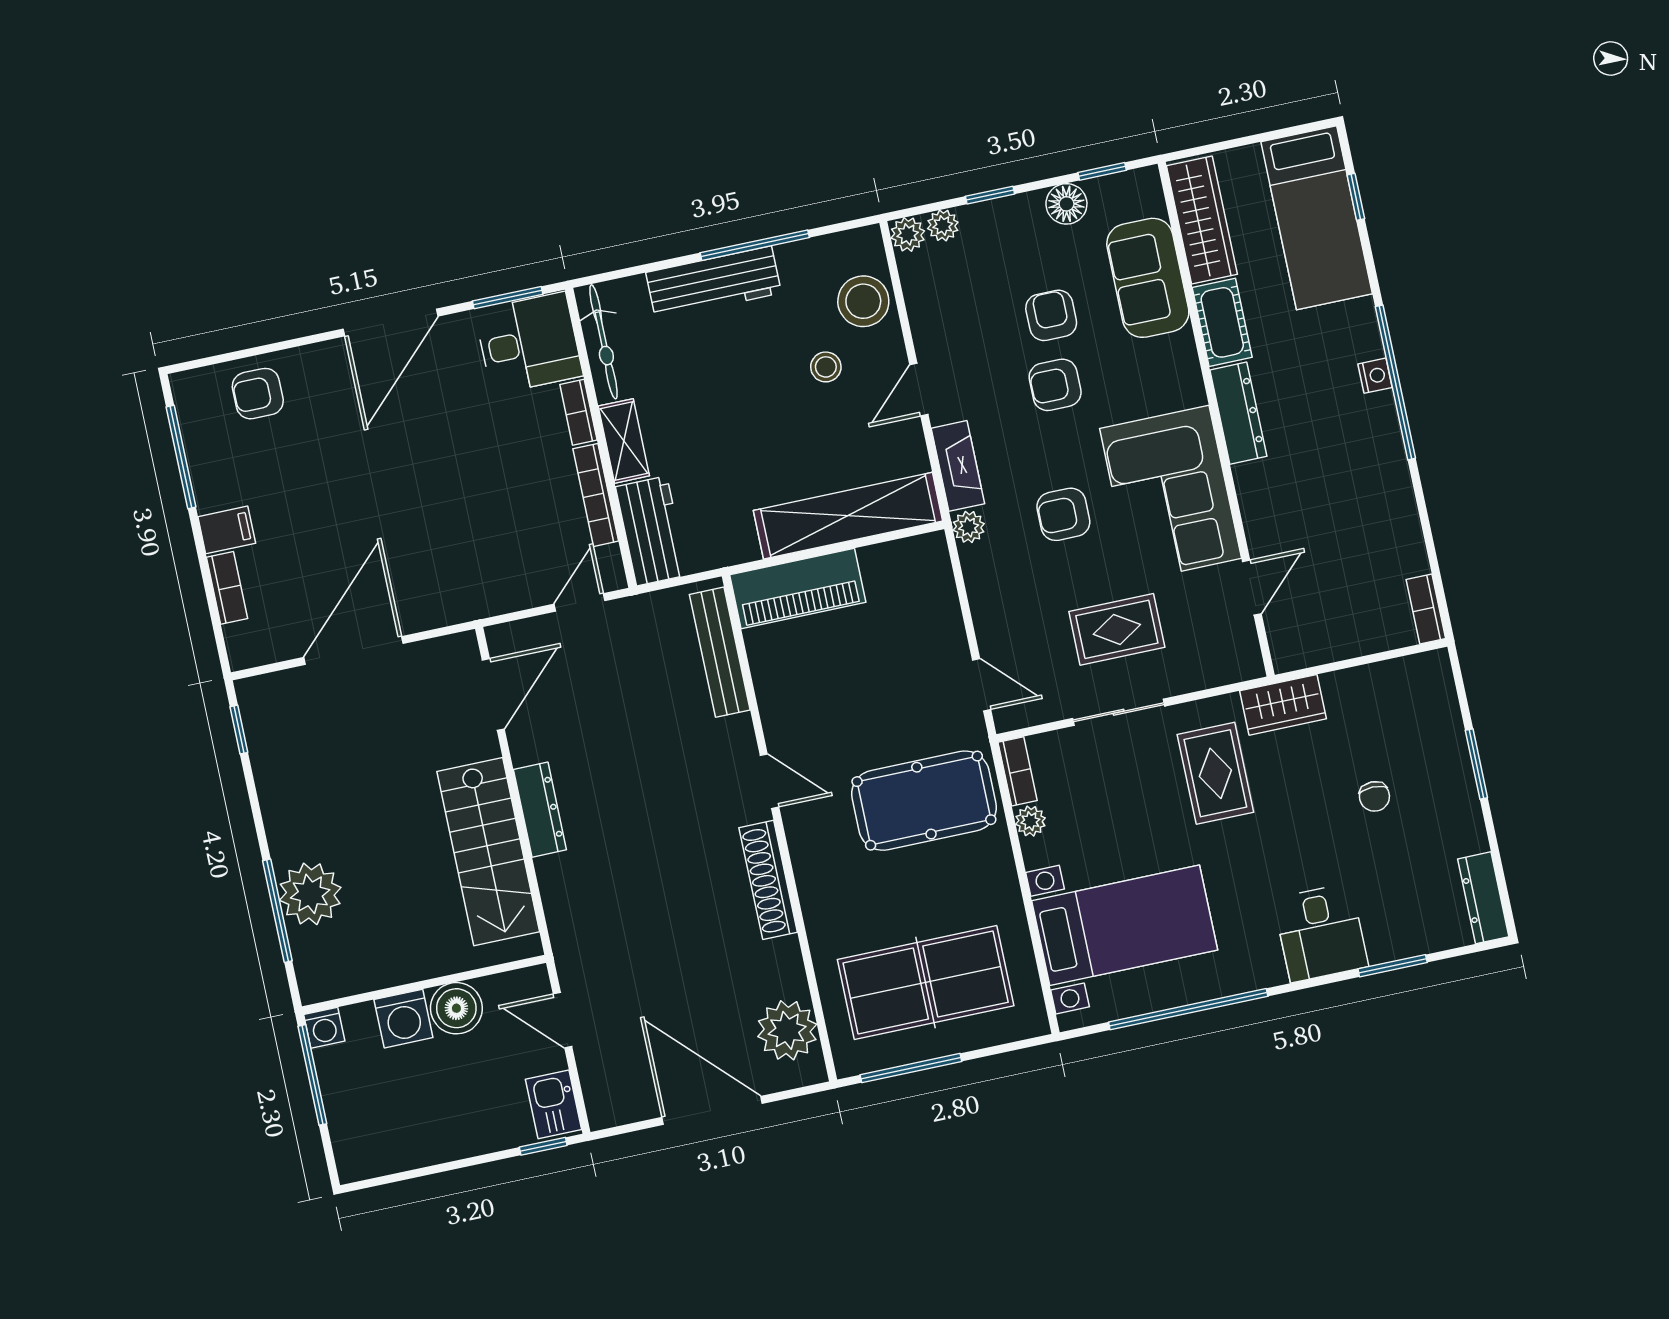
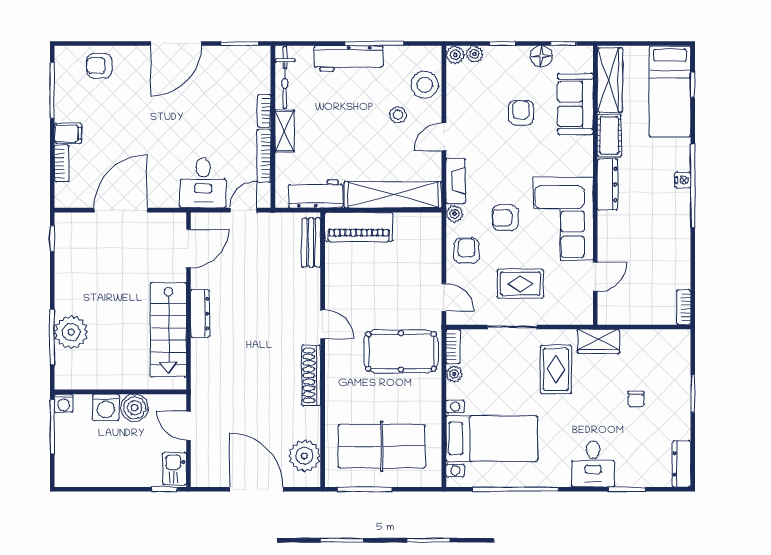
desk: (529, 343) -> (203, 183), moved, turned 90
armchair: (1055, 385) -> (466, 251), moved, turned 90
workbench: (652, 531) -> (315, 194), moved, turned -90
bench: (720, 652) -> (311, 243), width x0.73

